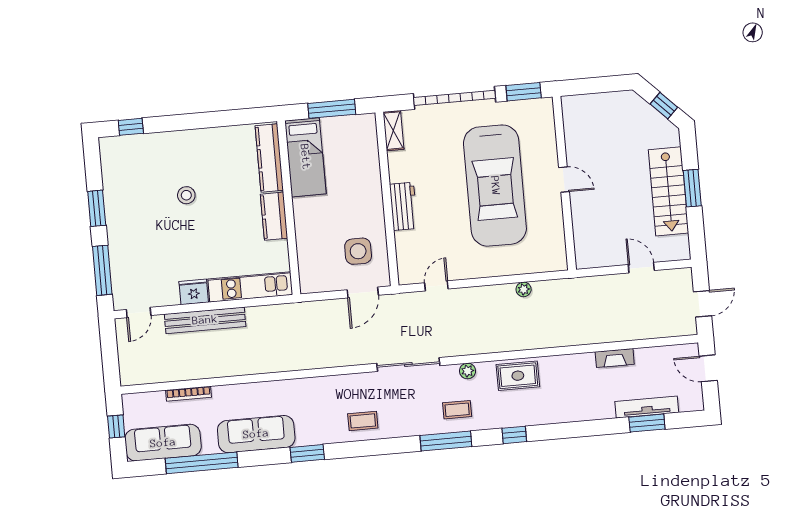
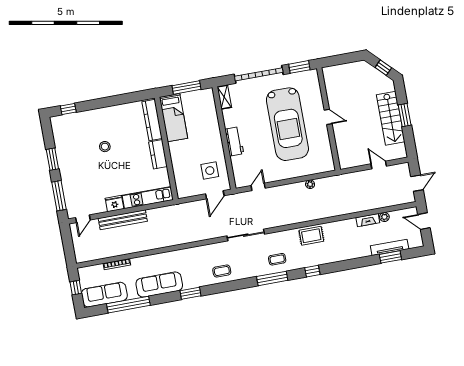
plant: (468, 371) -> (384, 217), moved

